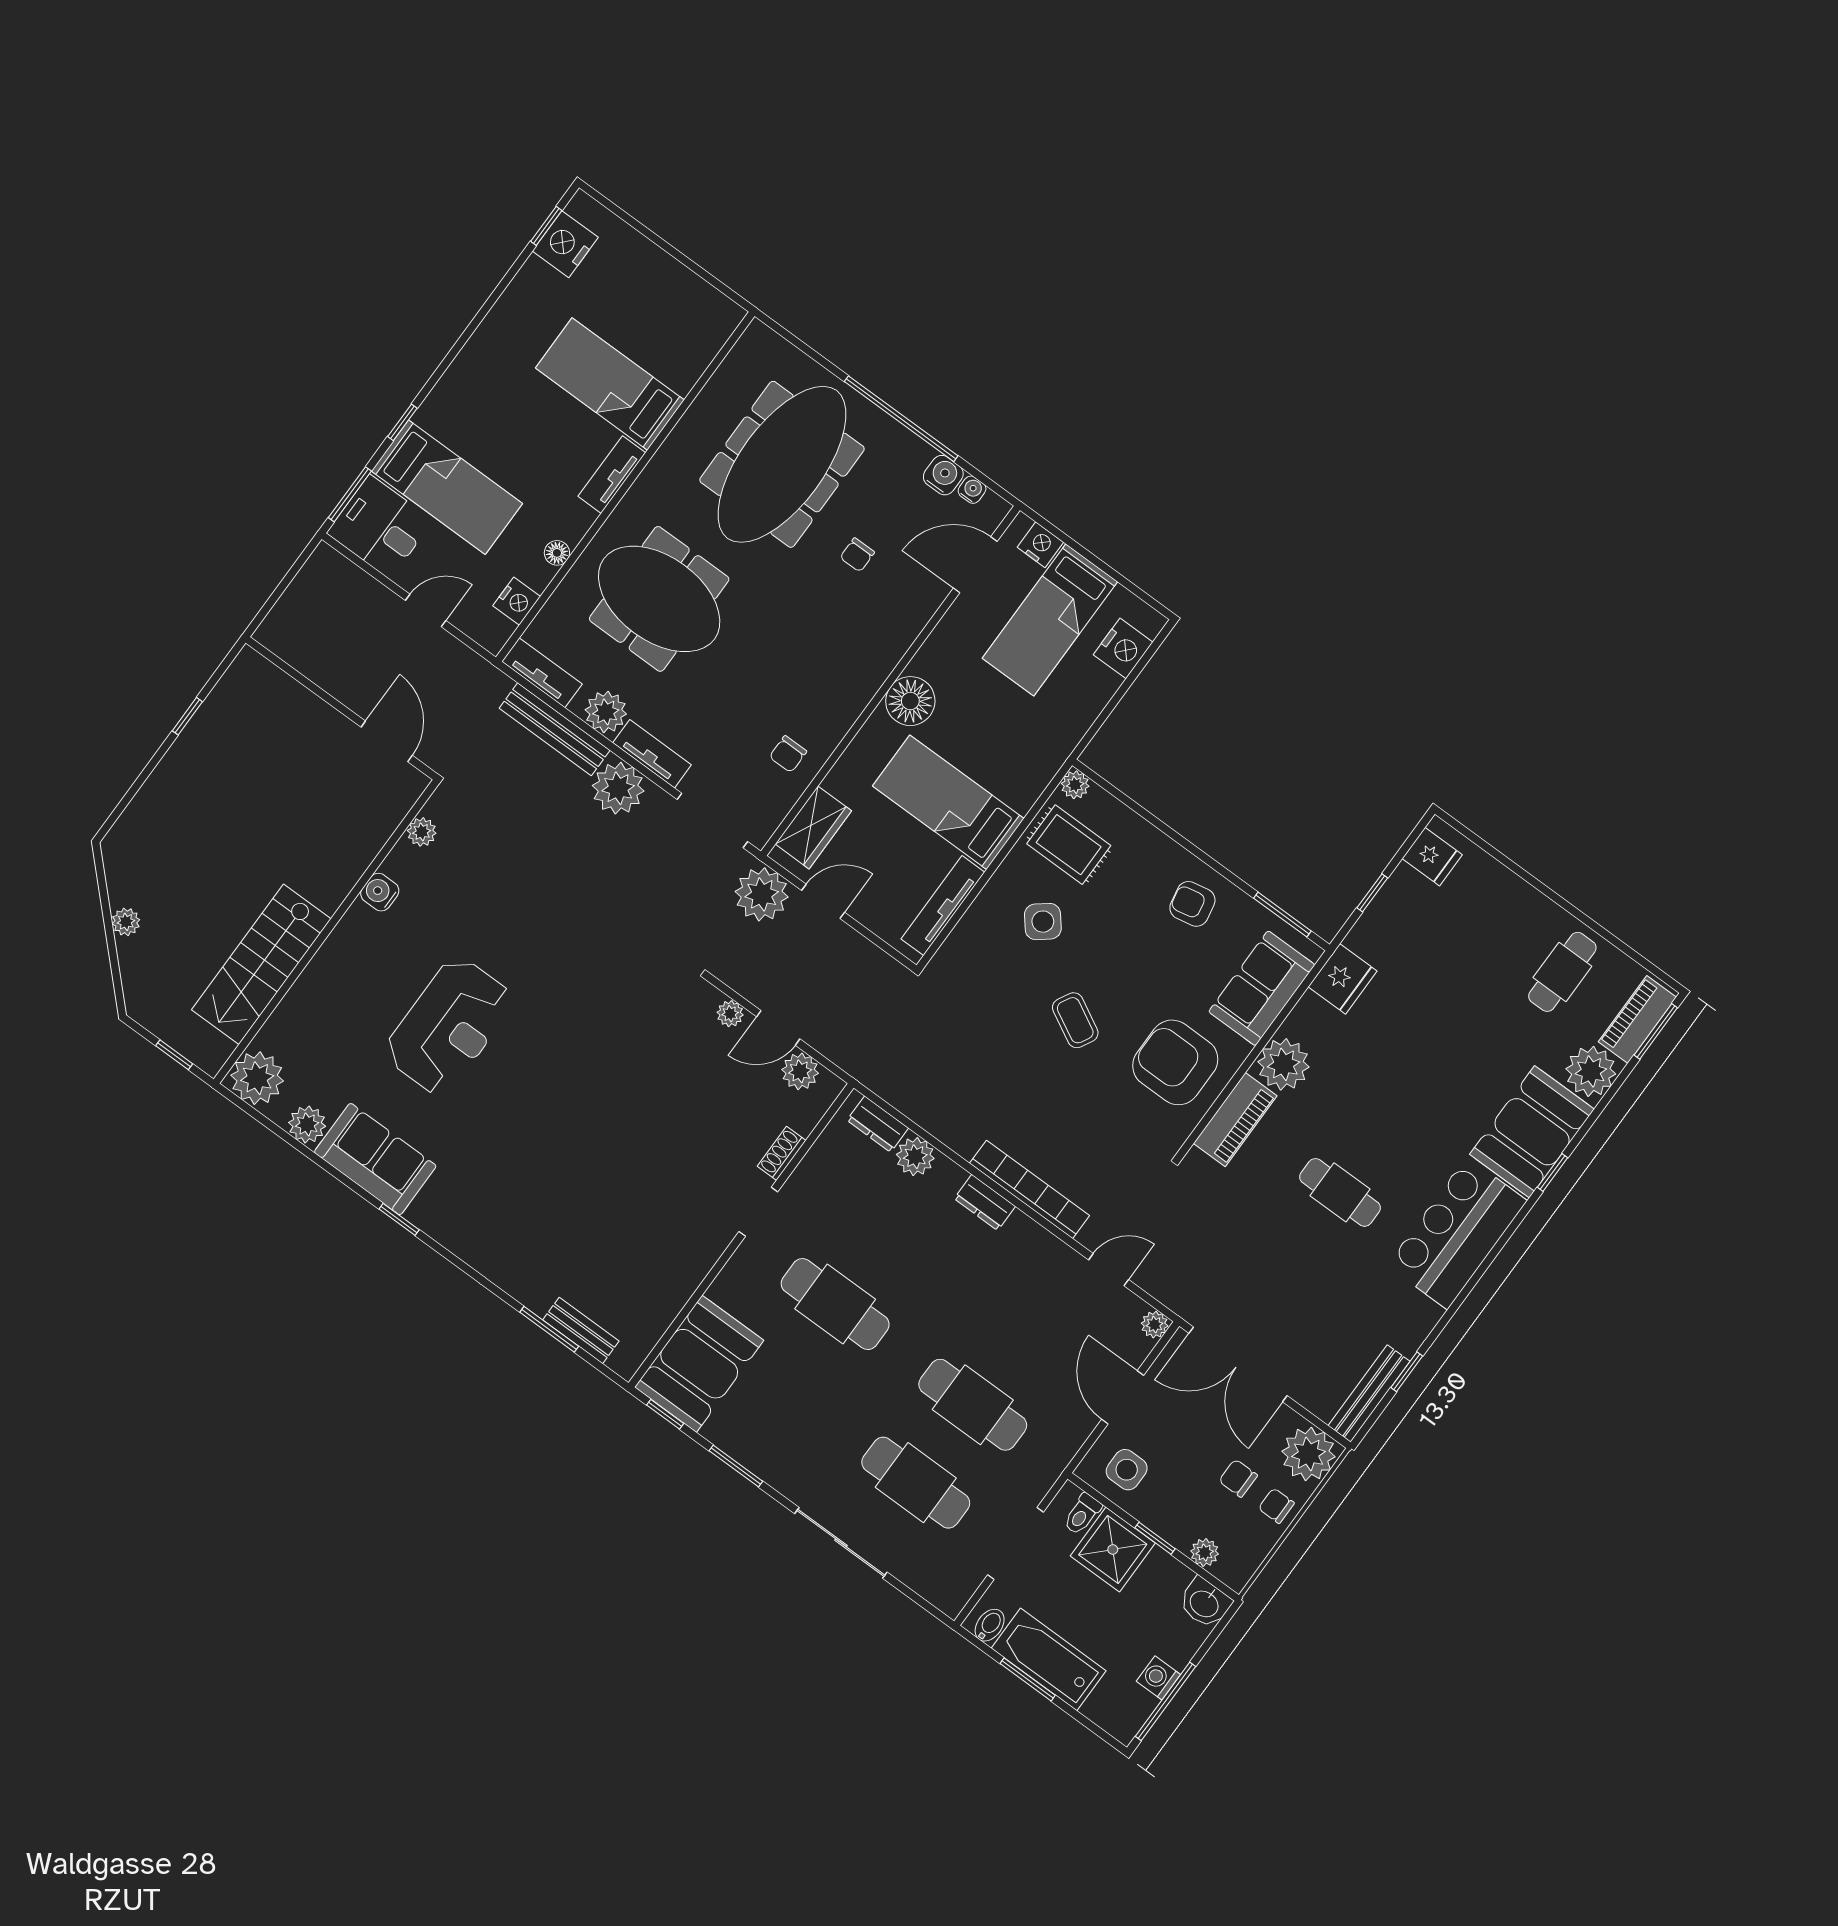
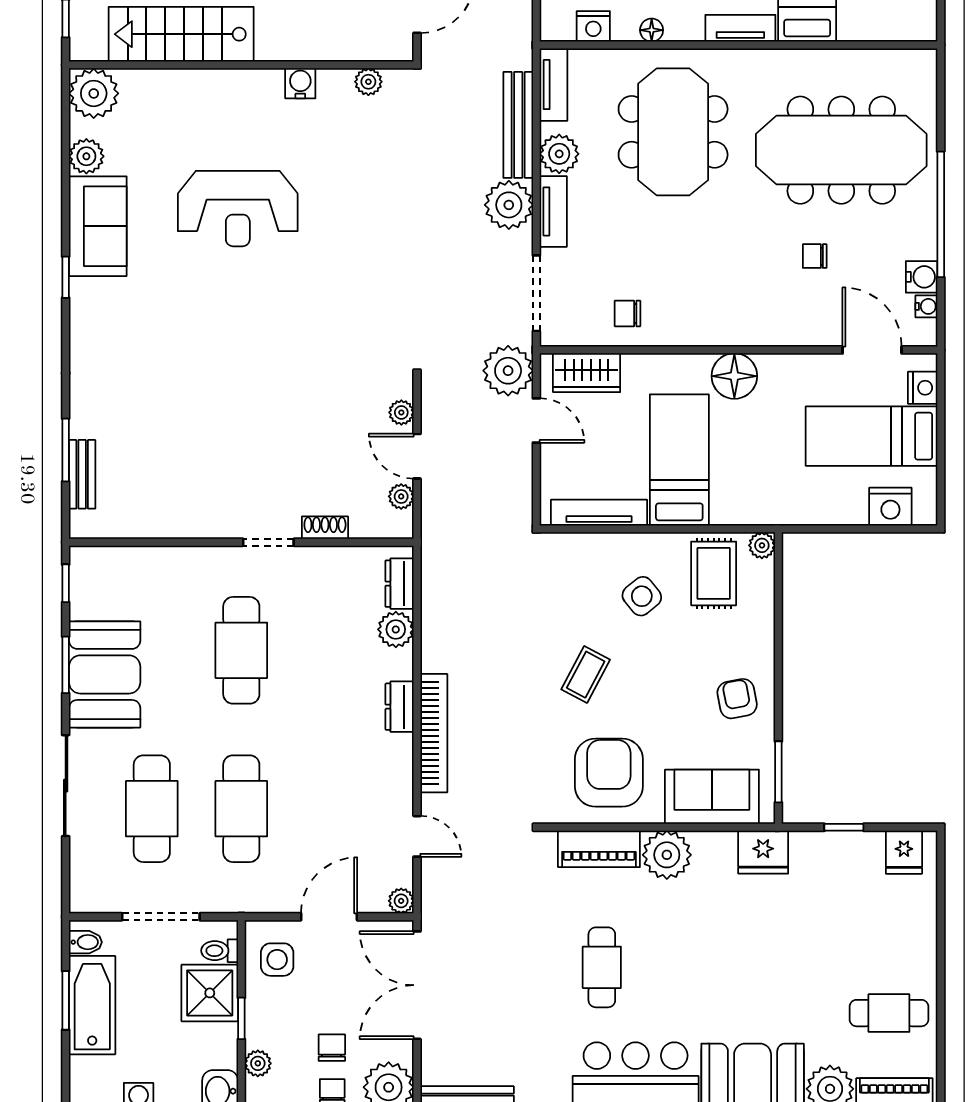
plant: (800, 1071) -> (401, 496), width x0.73, depth x0.73
booth: (699, 1364) -> (105, 674), moved, turned 90

